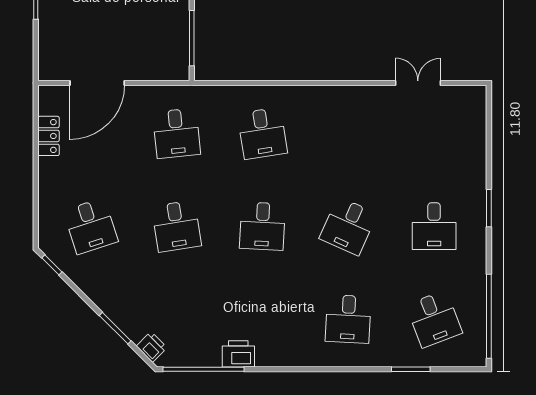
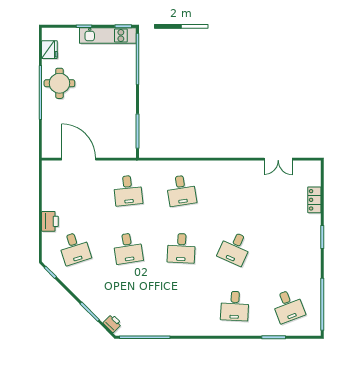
door: (97, 83) -> (79, 159), swing flipped
double door: (418, 83) -> (278, 159), swing flipped
locker: (49, 136) -> (314, 200), moved, turned 180
desk: (434, 226) -> (288, 248), removed
printer: (238, 354) -> (50, 221), moved, turned 90

